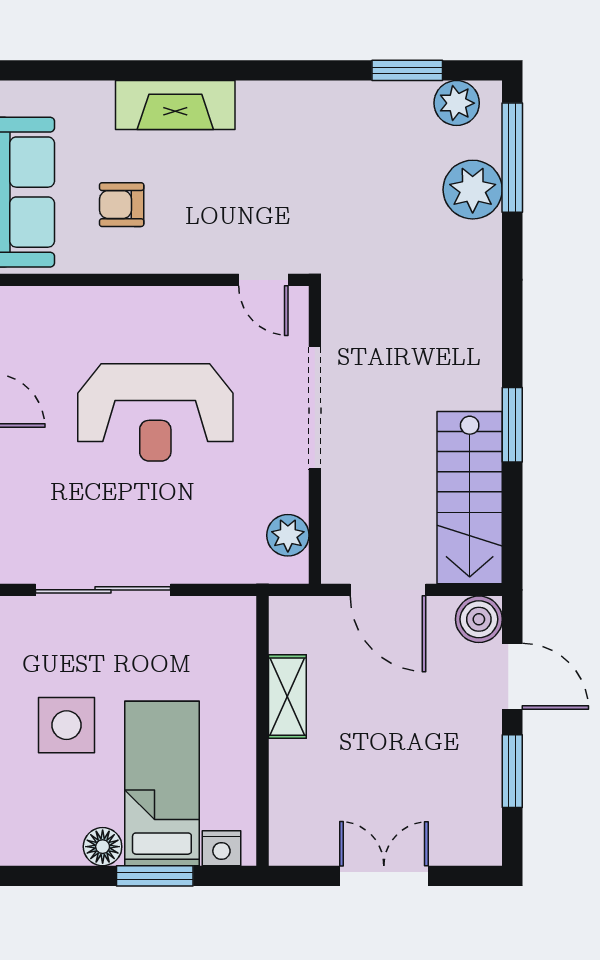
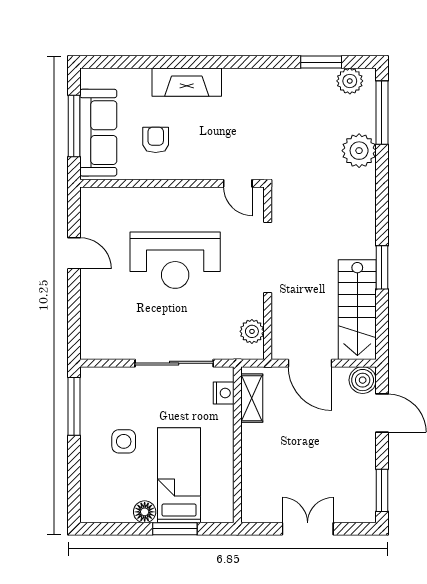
plant: (473, 190) -> (359, 151), moved
armchair: (122, 205) -> (156, 140), turned 90
sliding door: (103, 590) -> (174, 363), moved
shelving: (287, 697) -> (252, 398), moved
side table: (67, 725) -> (124, 441), width x0.73, depth x0.73
window: (512, 771) -> (382, 490), moved
nightstand: (221, 848) -> (224, 393), moved, turned -90

